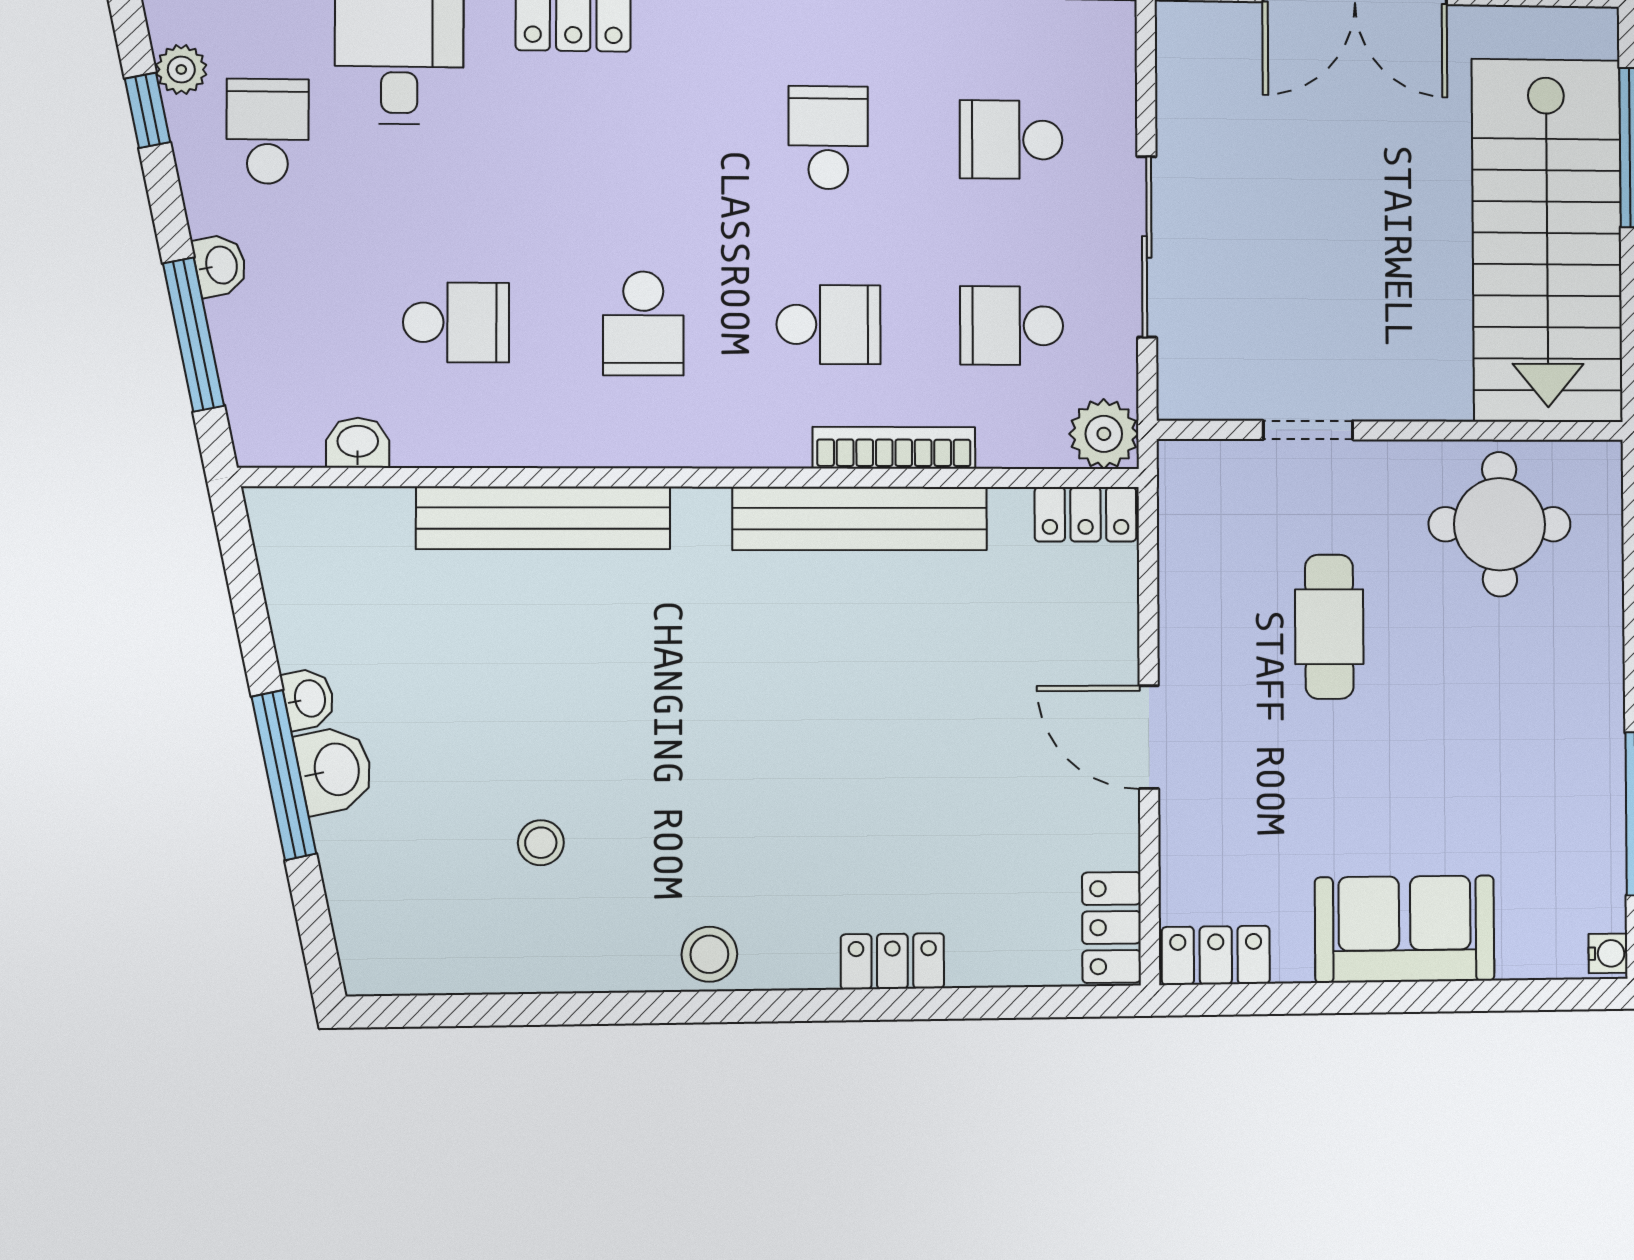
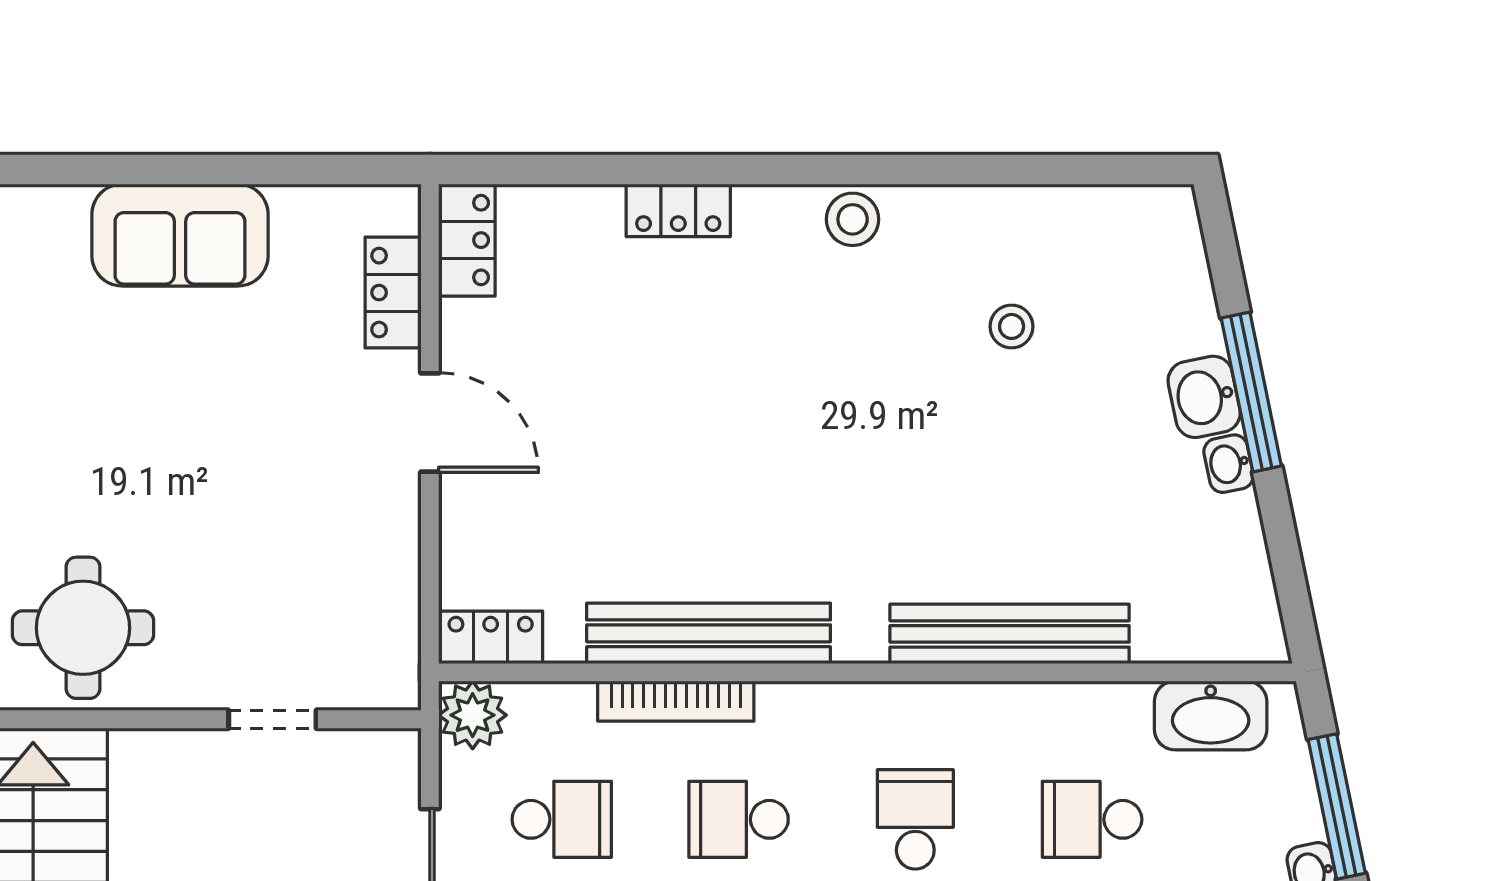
washbasin: (358, 443) -> (1211, 716), width x1.91, depth x1.45
cafe table: (1329, 627) -> (252, 528), removed
locker: (1216, 955) -> (393, 293), moved, turned 90

